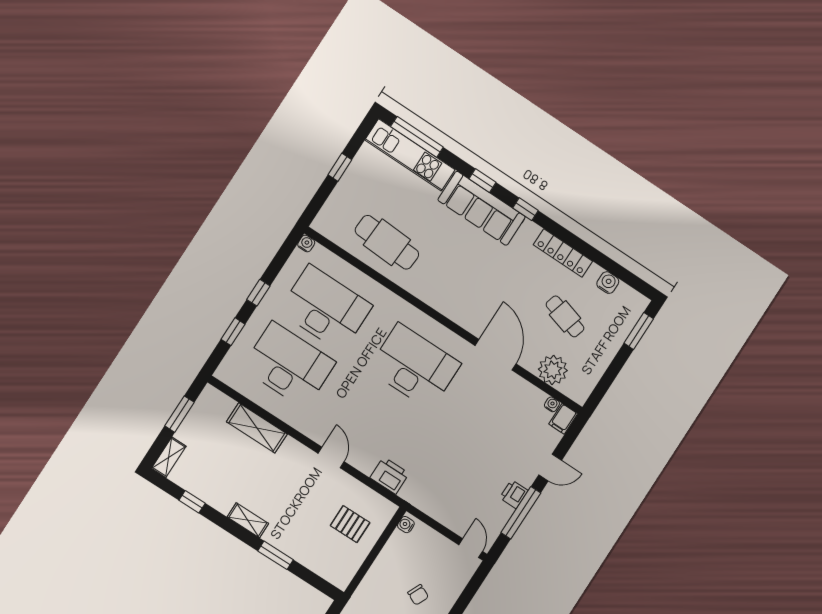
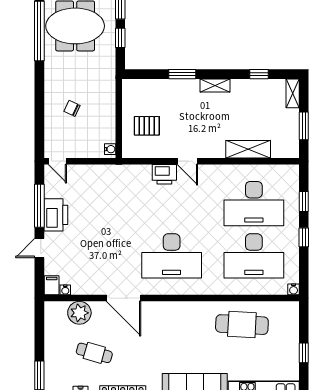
printer: (390, 476) -> (164, 174), moved
printer: (514, 494) -> (56, 215), width x1.87, depth x1.48

